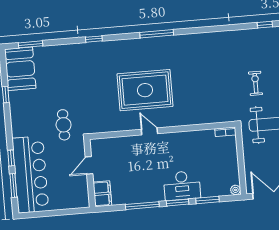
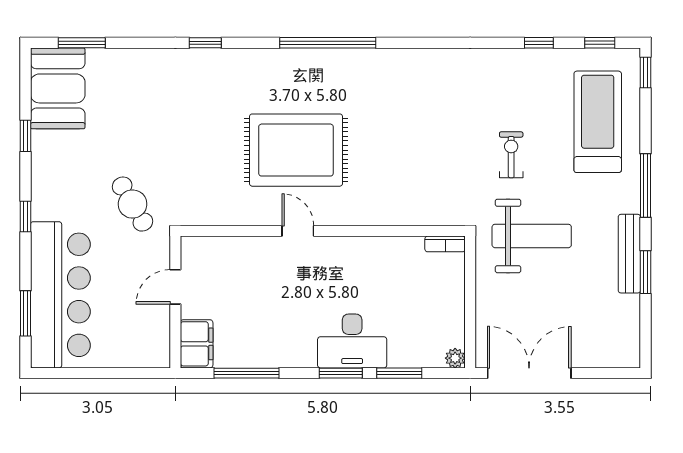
window: (157, 34) -> (328, 43), width x1.46
cafe table: (64, 125) -> (133, 204), turned -30
window: (11, 158) -> (25, 217), moved
window: (142, 206) -> (246, 373), moved

